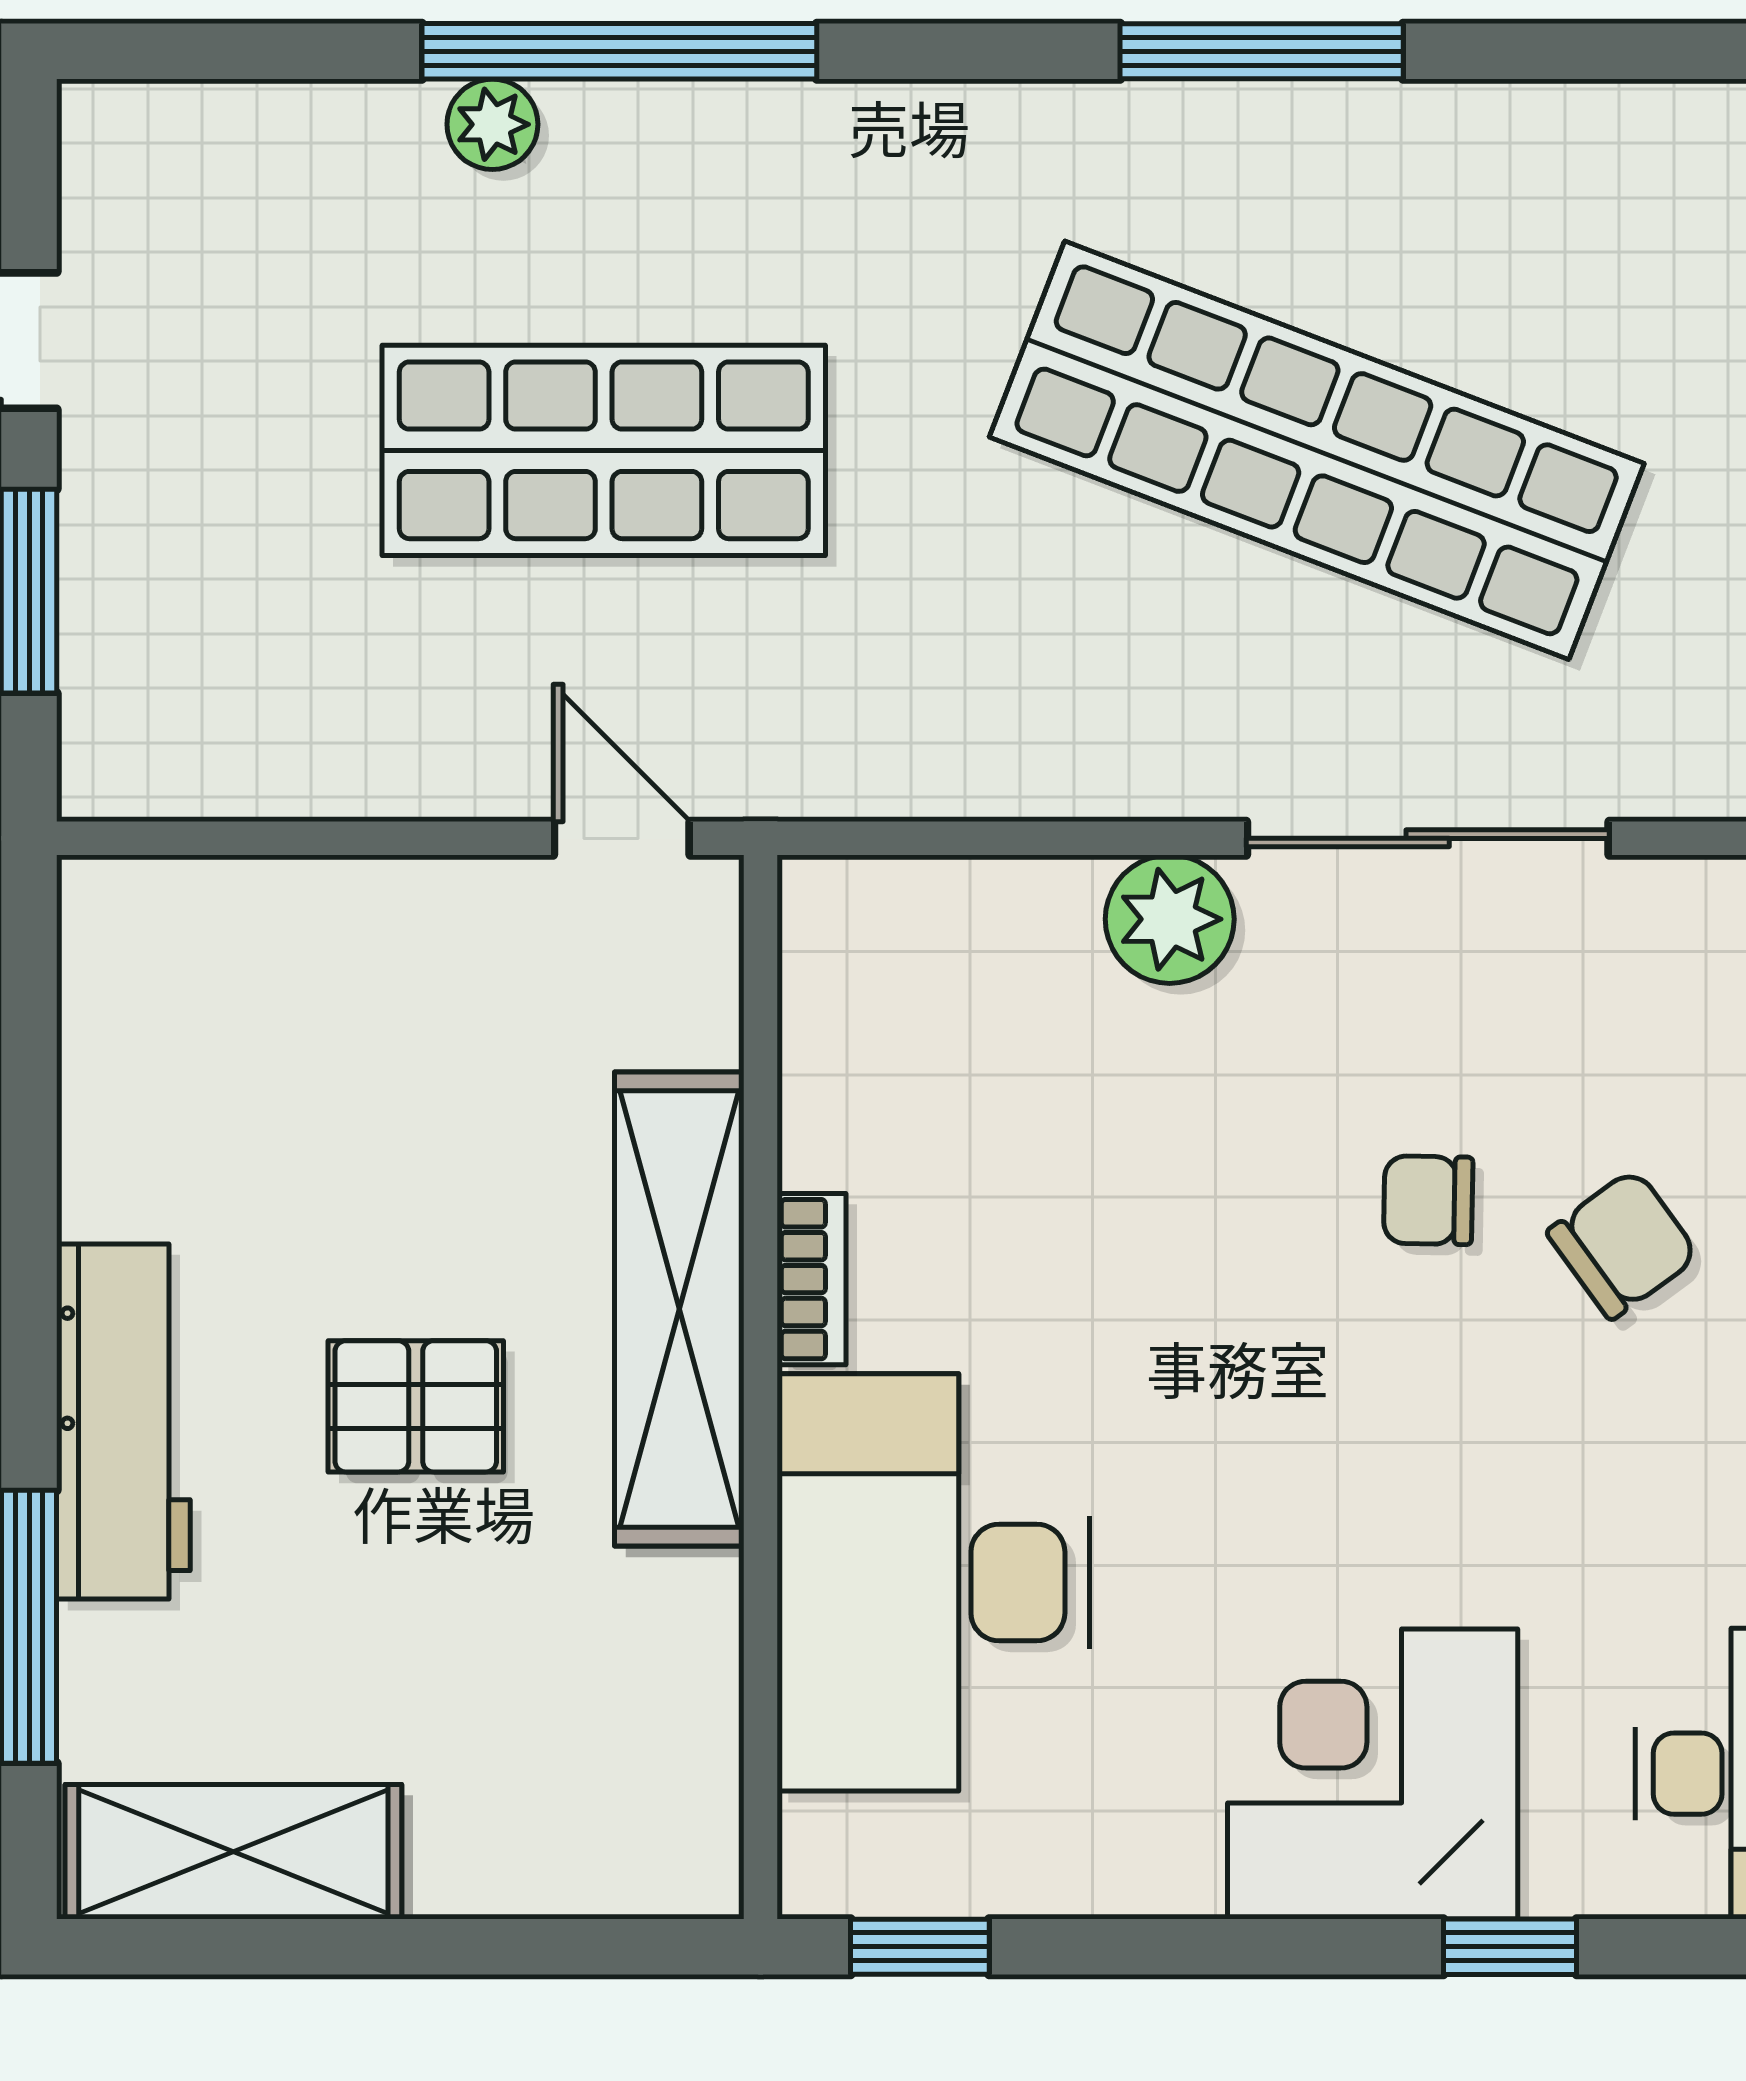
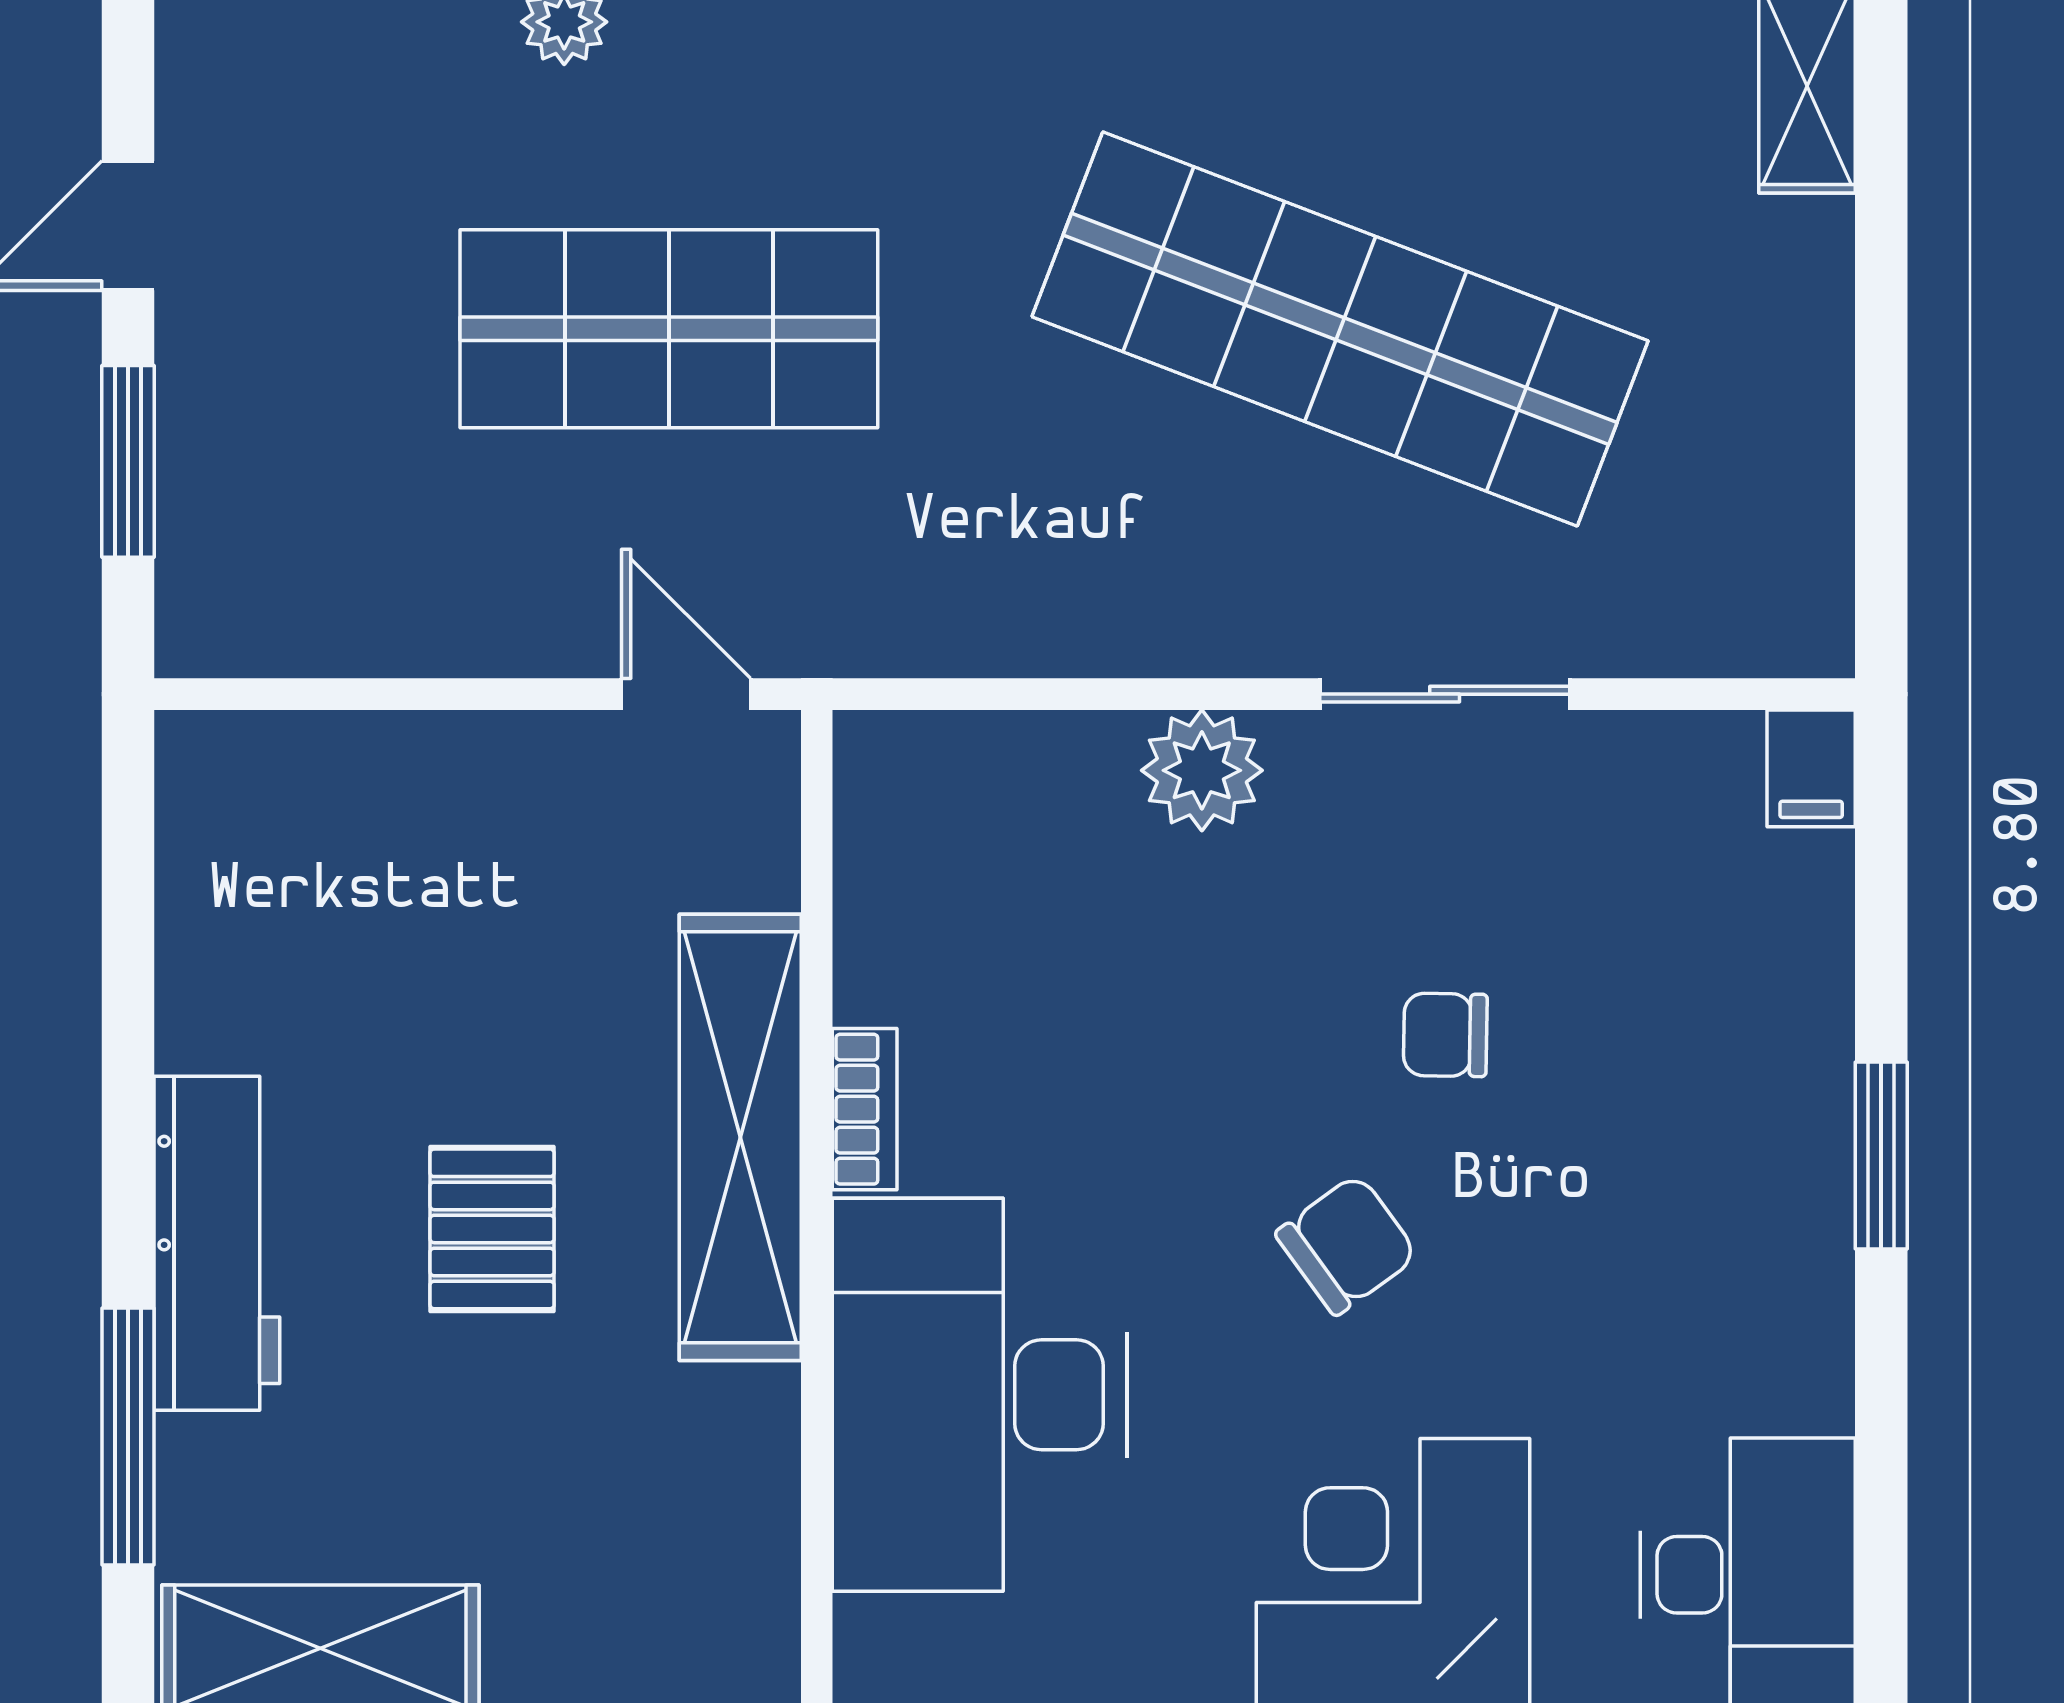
sliding door: (1428, 838) -> (1445, 694), width x0.73
chair: (1623, 1244) -> (1347, 1245), moved
pallet: (416, 1406) -> (492, 1229), turned 90

